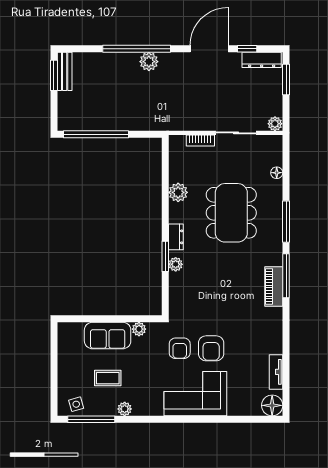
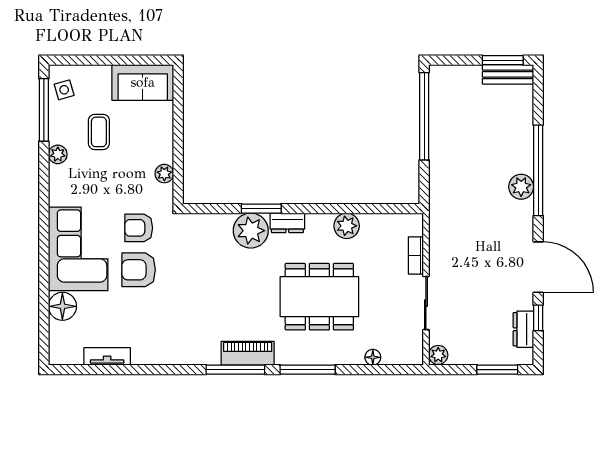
dresser: (262, 60) -> (523, 329), width x0.70
plant: (176, 264) -> (251, 231), width x1.87, depth x1.87
piano: (274, 286) -> (248, 353), moved
sofa: (108, 336) -> (143, 82), moved, turned -90
floor lamp: (272, 405) -> (62, 306), moved

